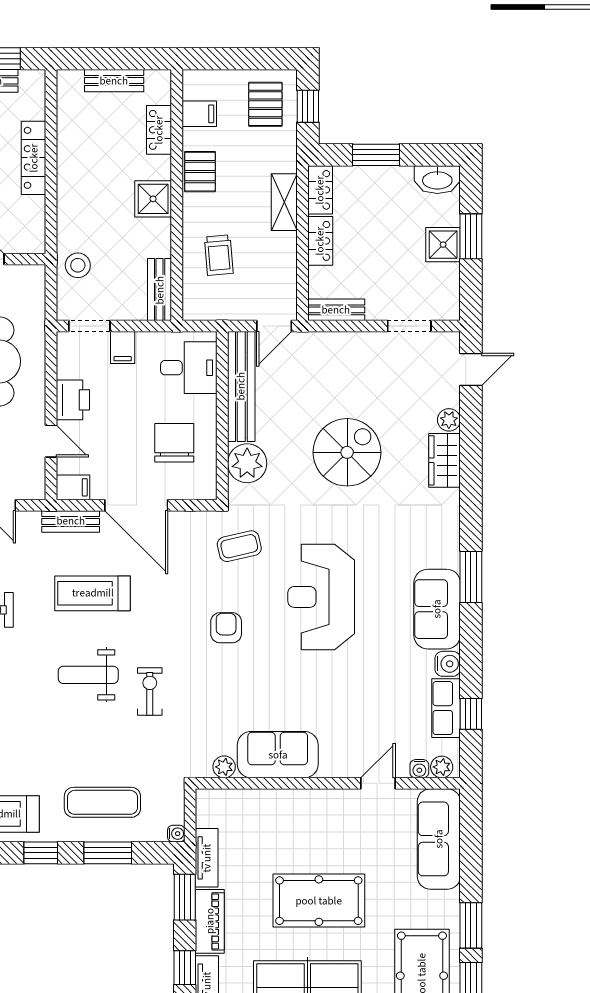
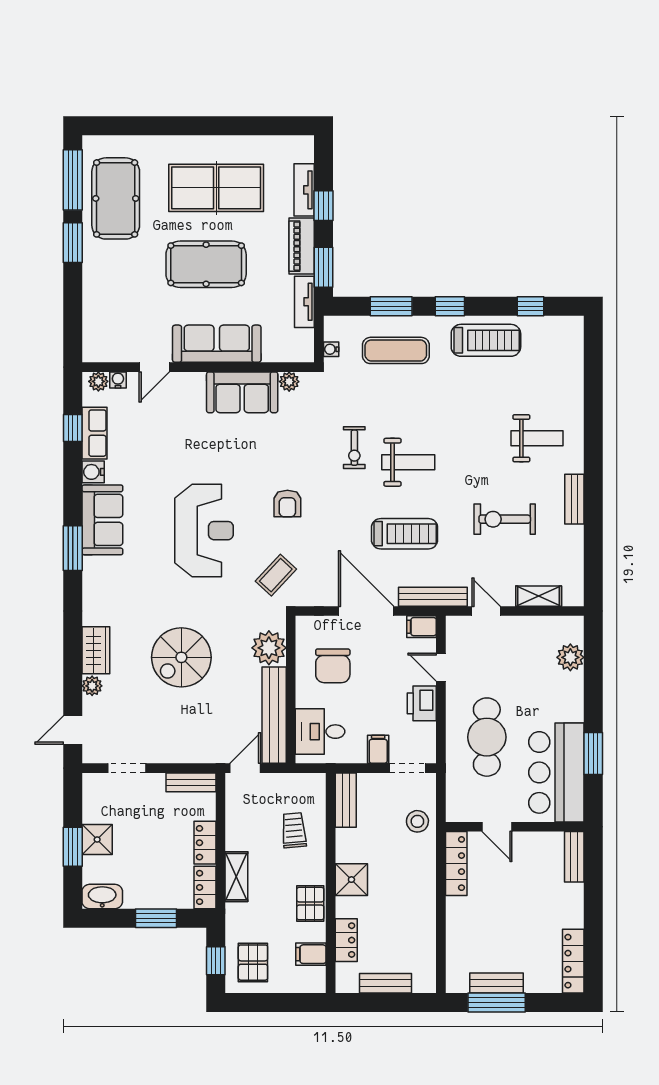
locker: (34, 158) -> (456, 864), moved
bench: (71, 521) -> (433, 597), width x1.36
coffee table: (239, 546) -> (276, 575), turned -34
water cooler: (176, 834) -> (331, 349), moved
sofa: (439, 839) -> (217, 344), moved, turned -90

